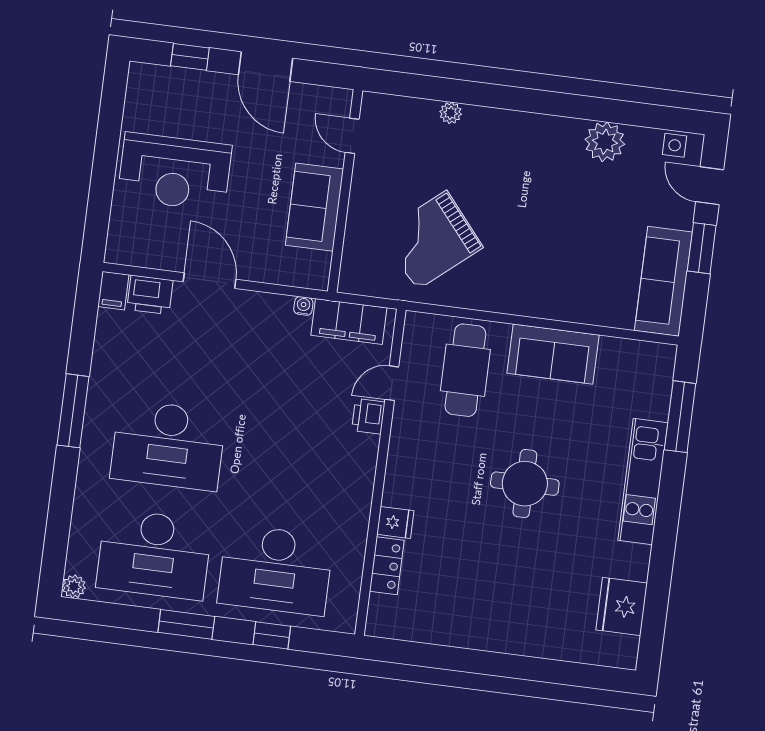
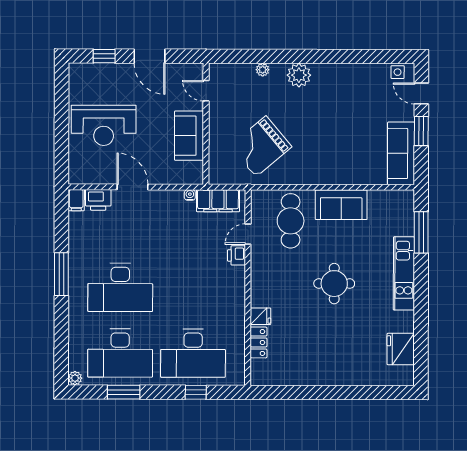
plant: (605, 142) -> (299, 75), moved
window: (186, 624) -> (124, 392), moved

